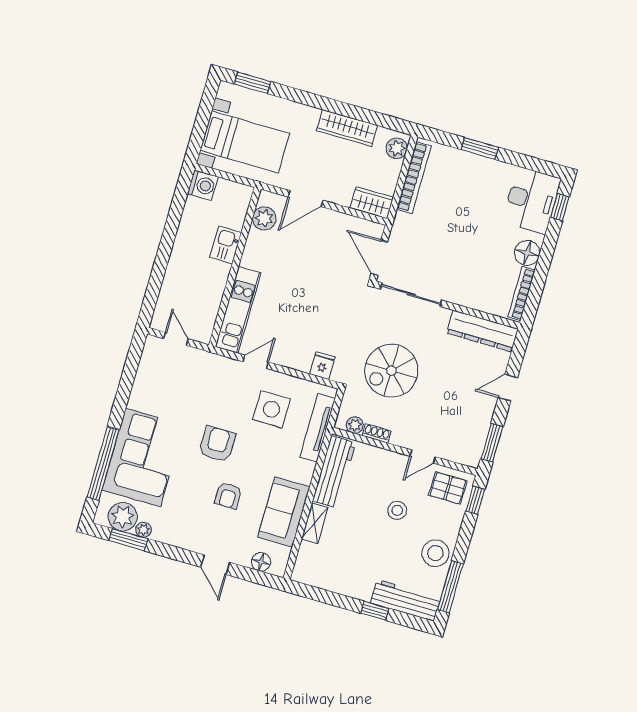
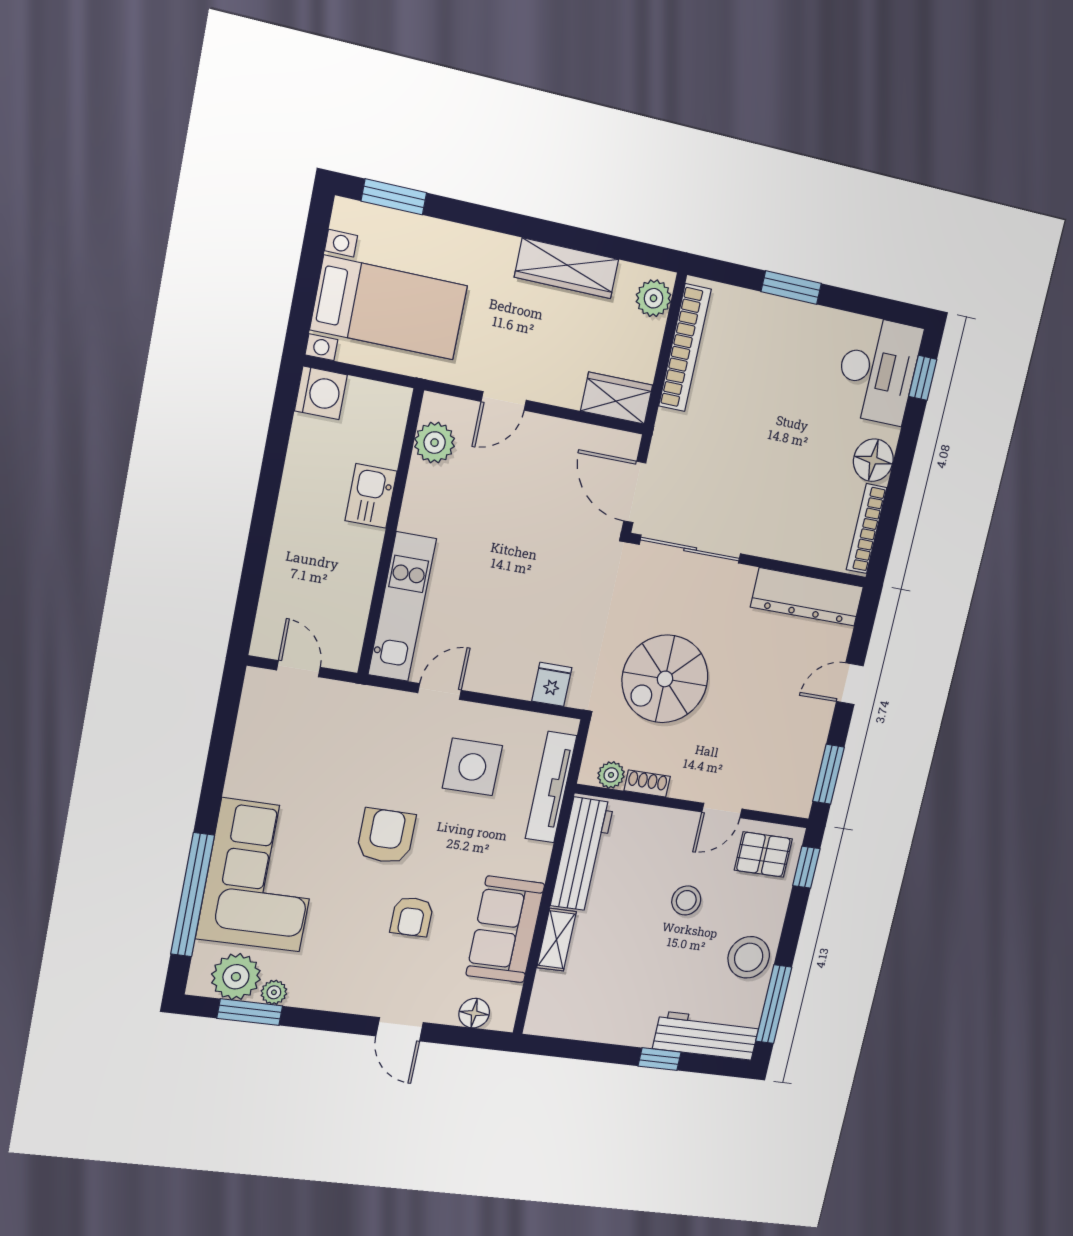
door: (306, 199) -> (504, 401), width x0.73

